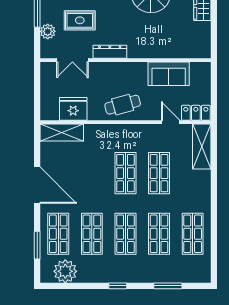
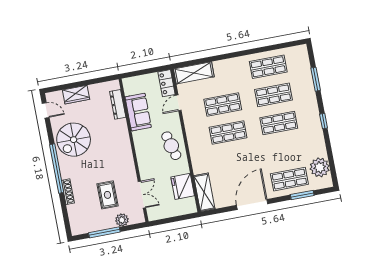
dresser: (110, 52) -> (118, 104), moved
shop shelf: (92, 234) -> (284, 151), removed

